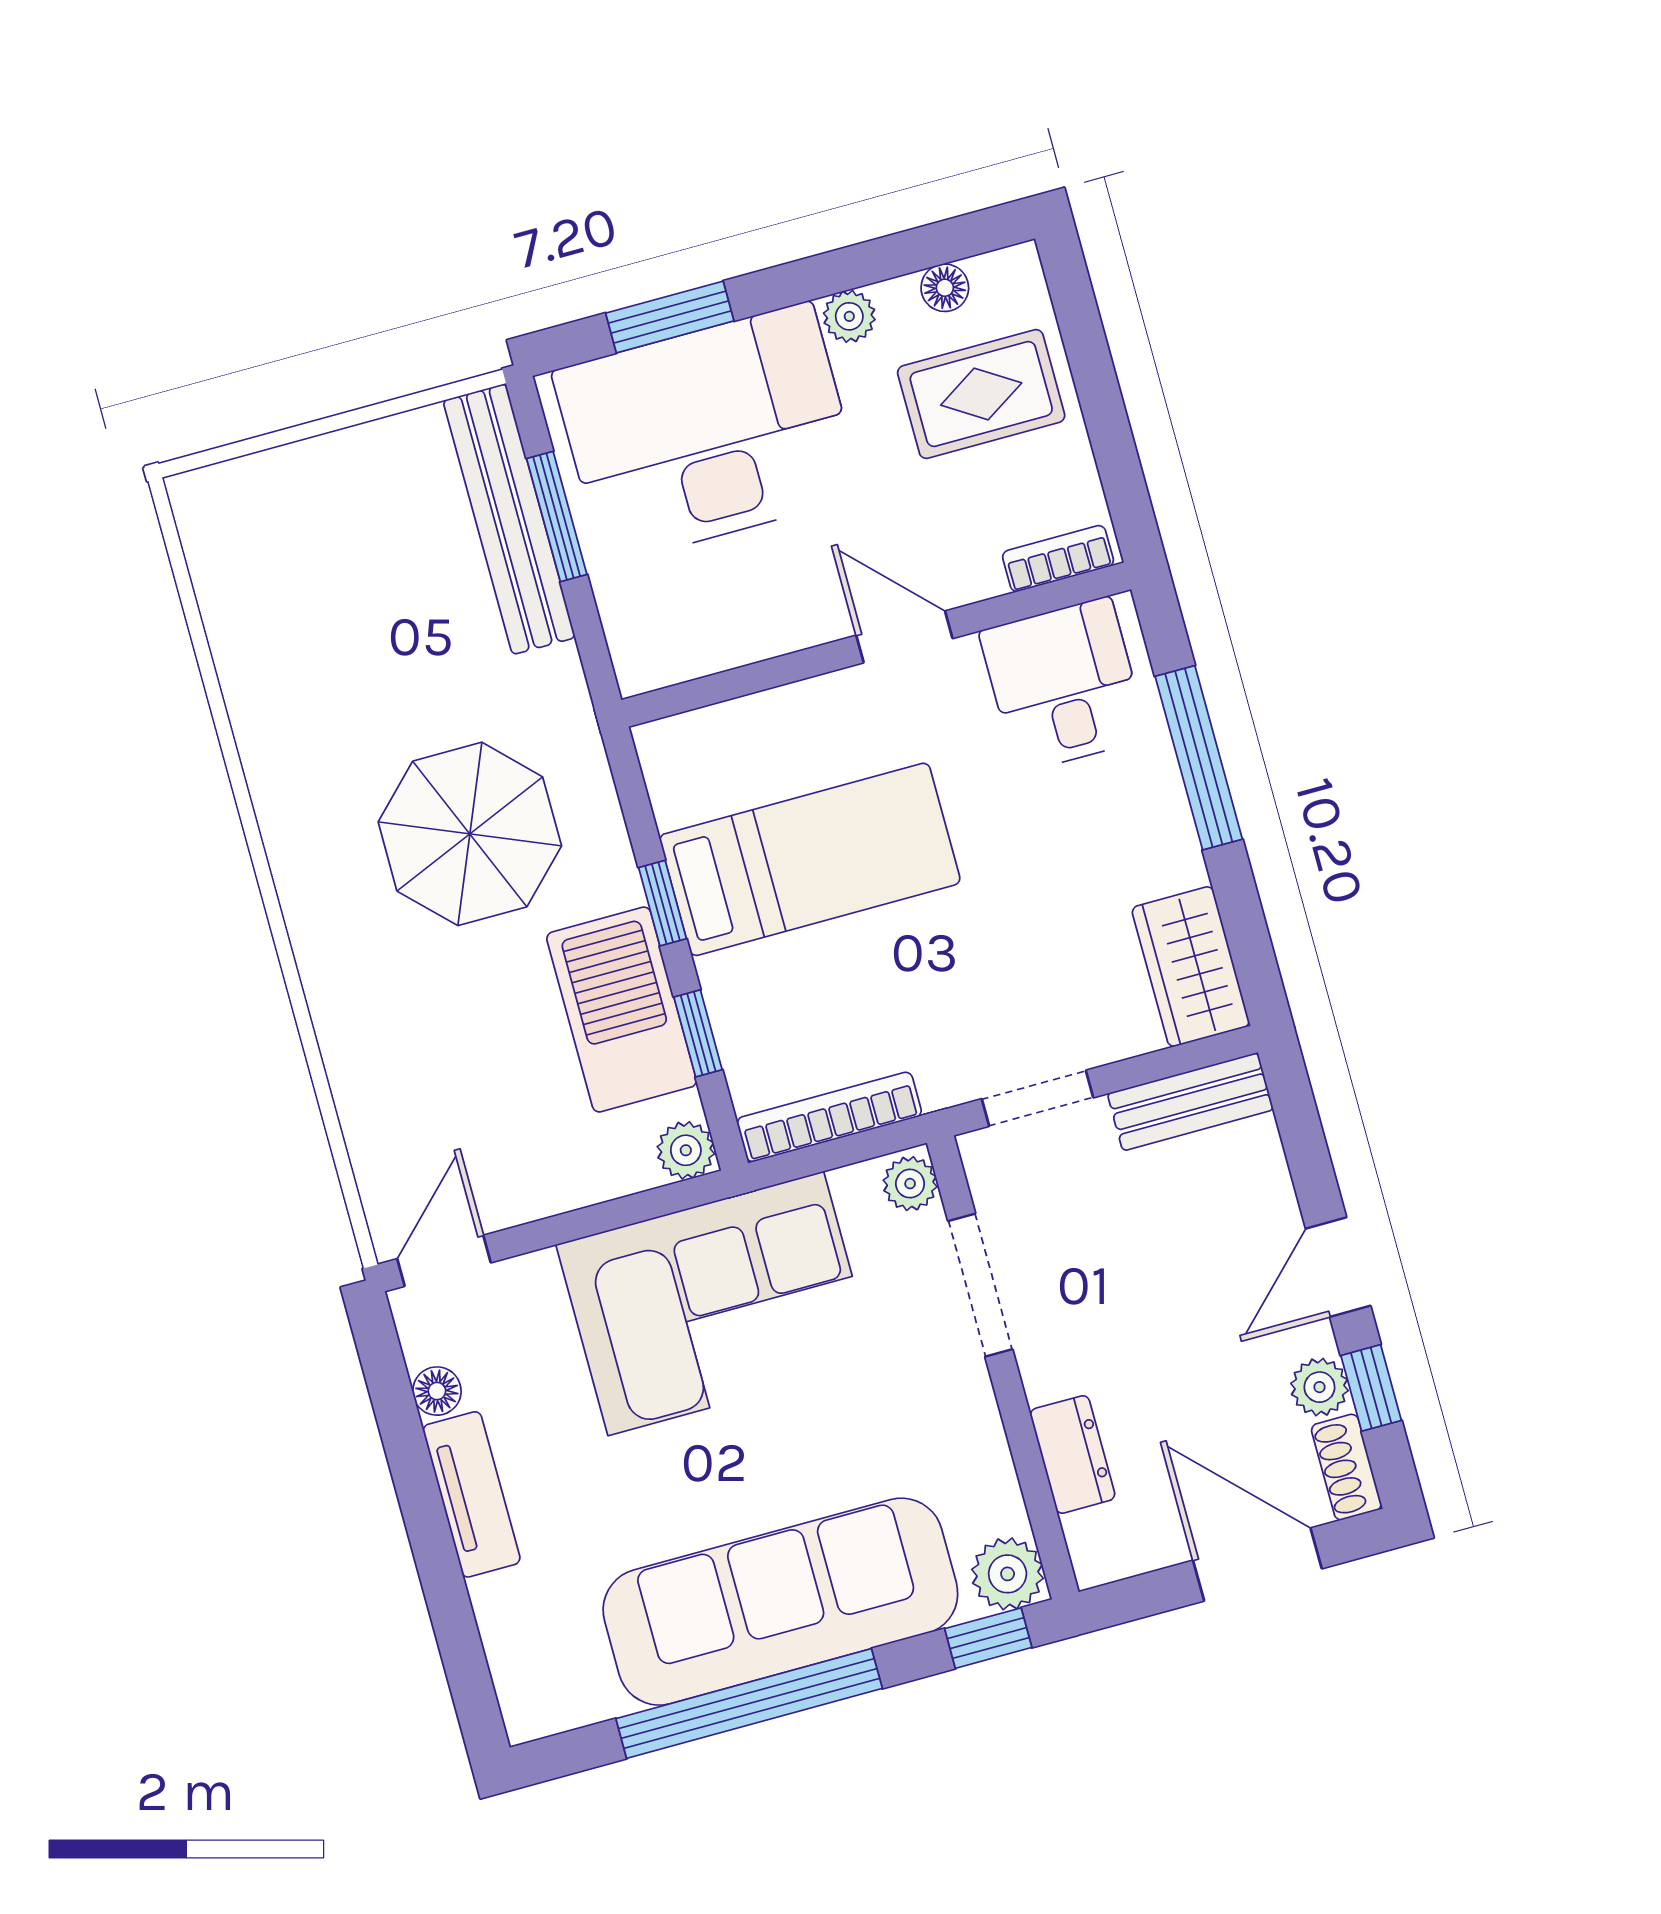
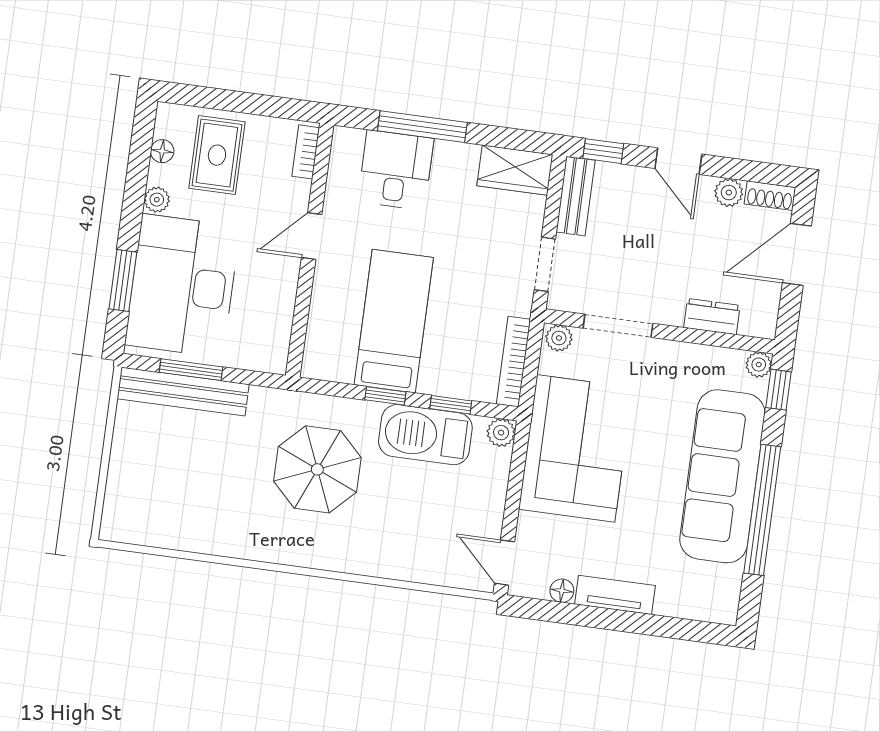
desk: (1064, 685) -> (396, 170), moved, turned 90
window: (1371, 1388) -> (603, 151), moved
plant: (1008, 1574) -> (759, 365), width x0.73, depth x0.73

